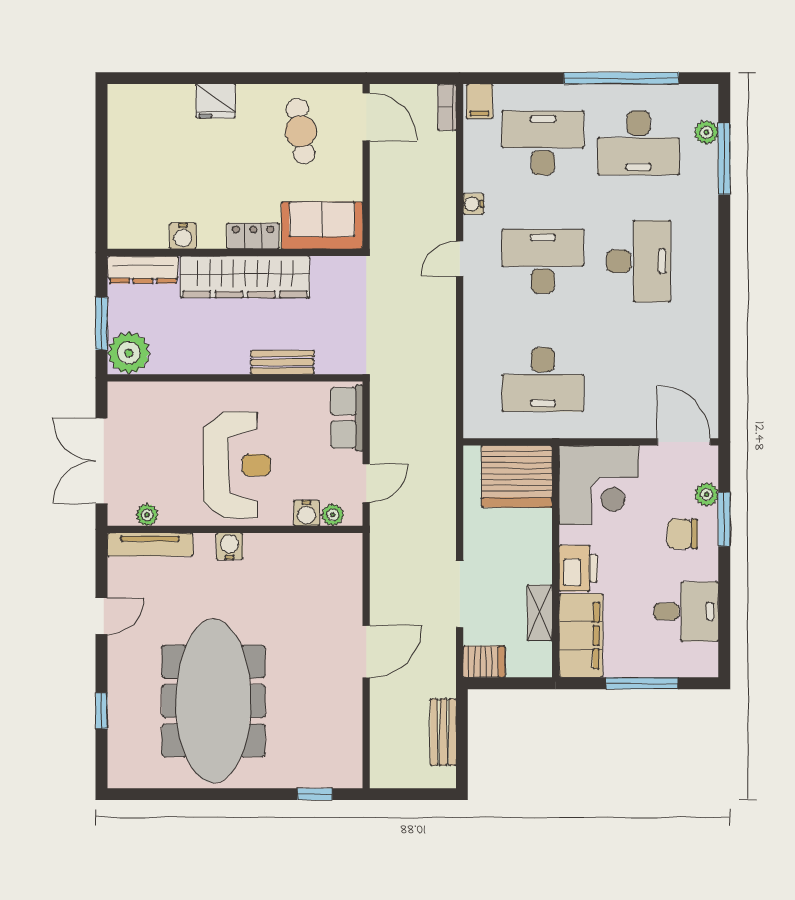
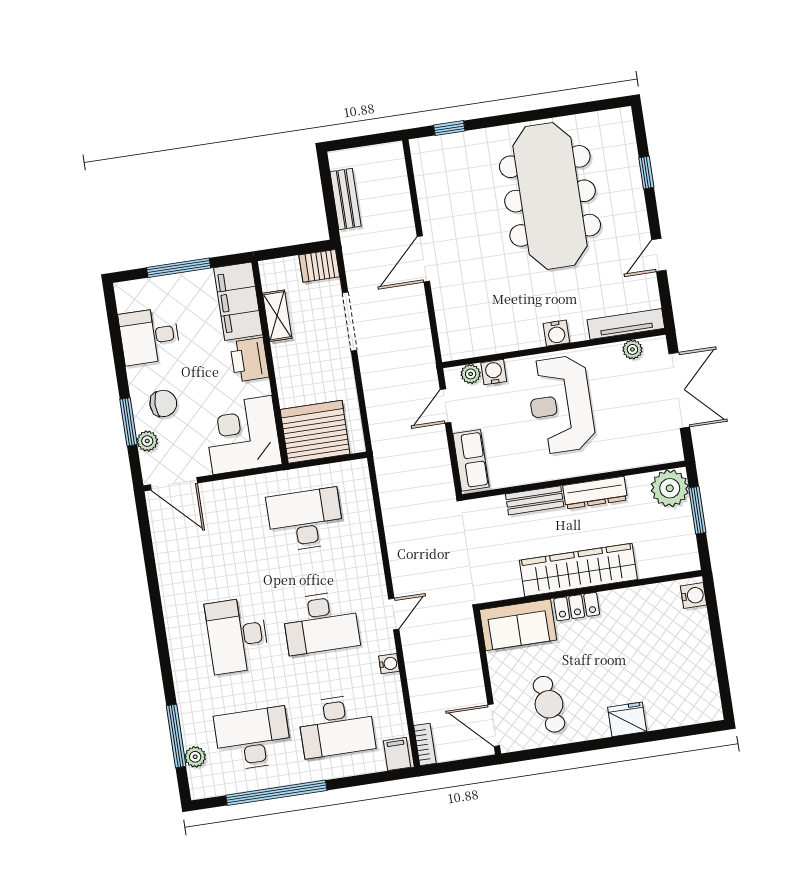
water cooler: (183, 236) -> (693, 595), moved, turned 90
dresser: (143, 270) -> (595, 493), moved, turned 180

